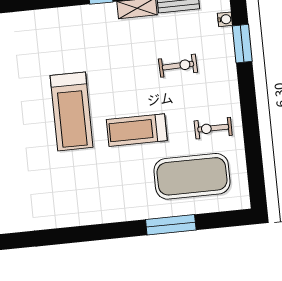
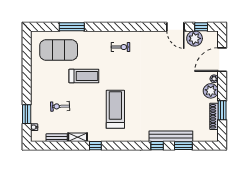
treadmill: (72, 111) -> (115, 109), moved
exercise bike: (213, 128) -> (120, 47), moved

